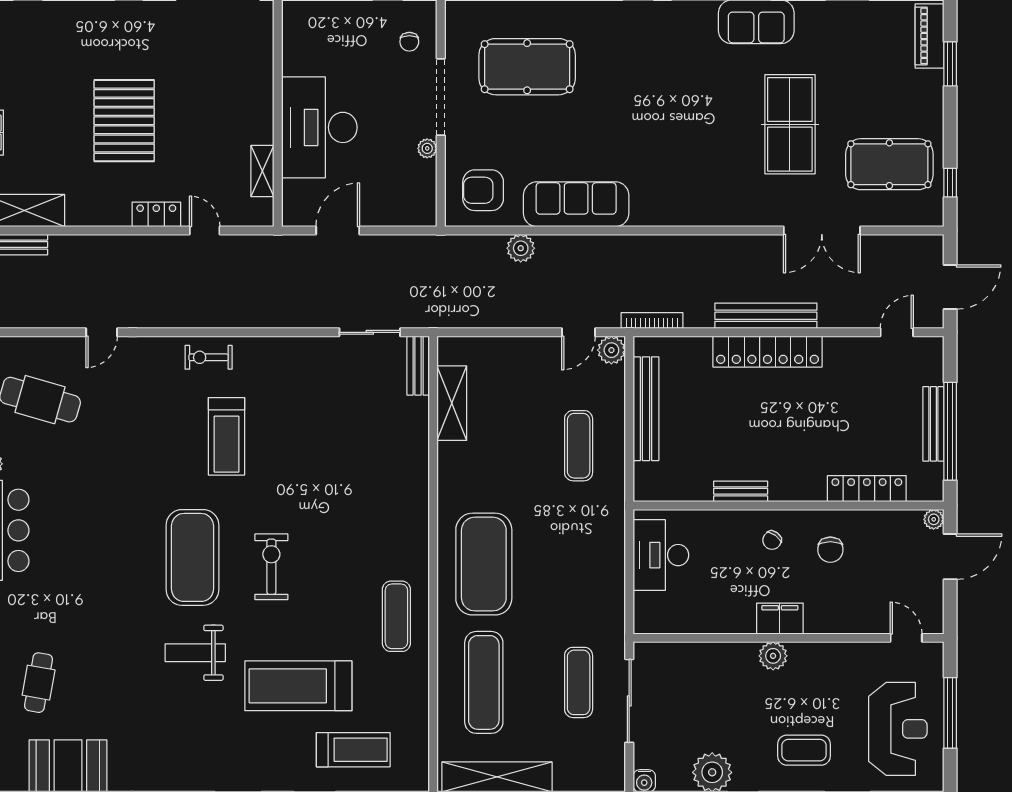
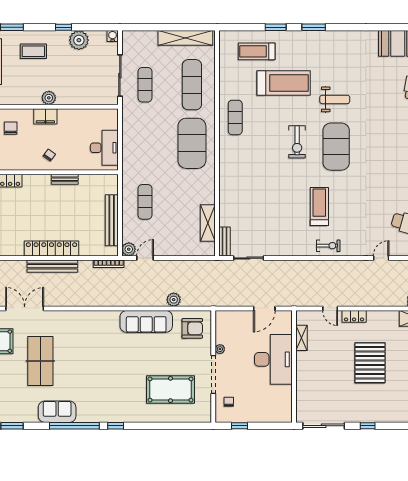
chair: (830, 550) -> (11, 128), moved

